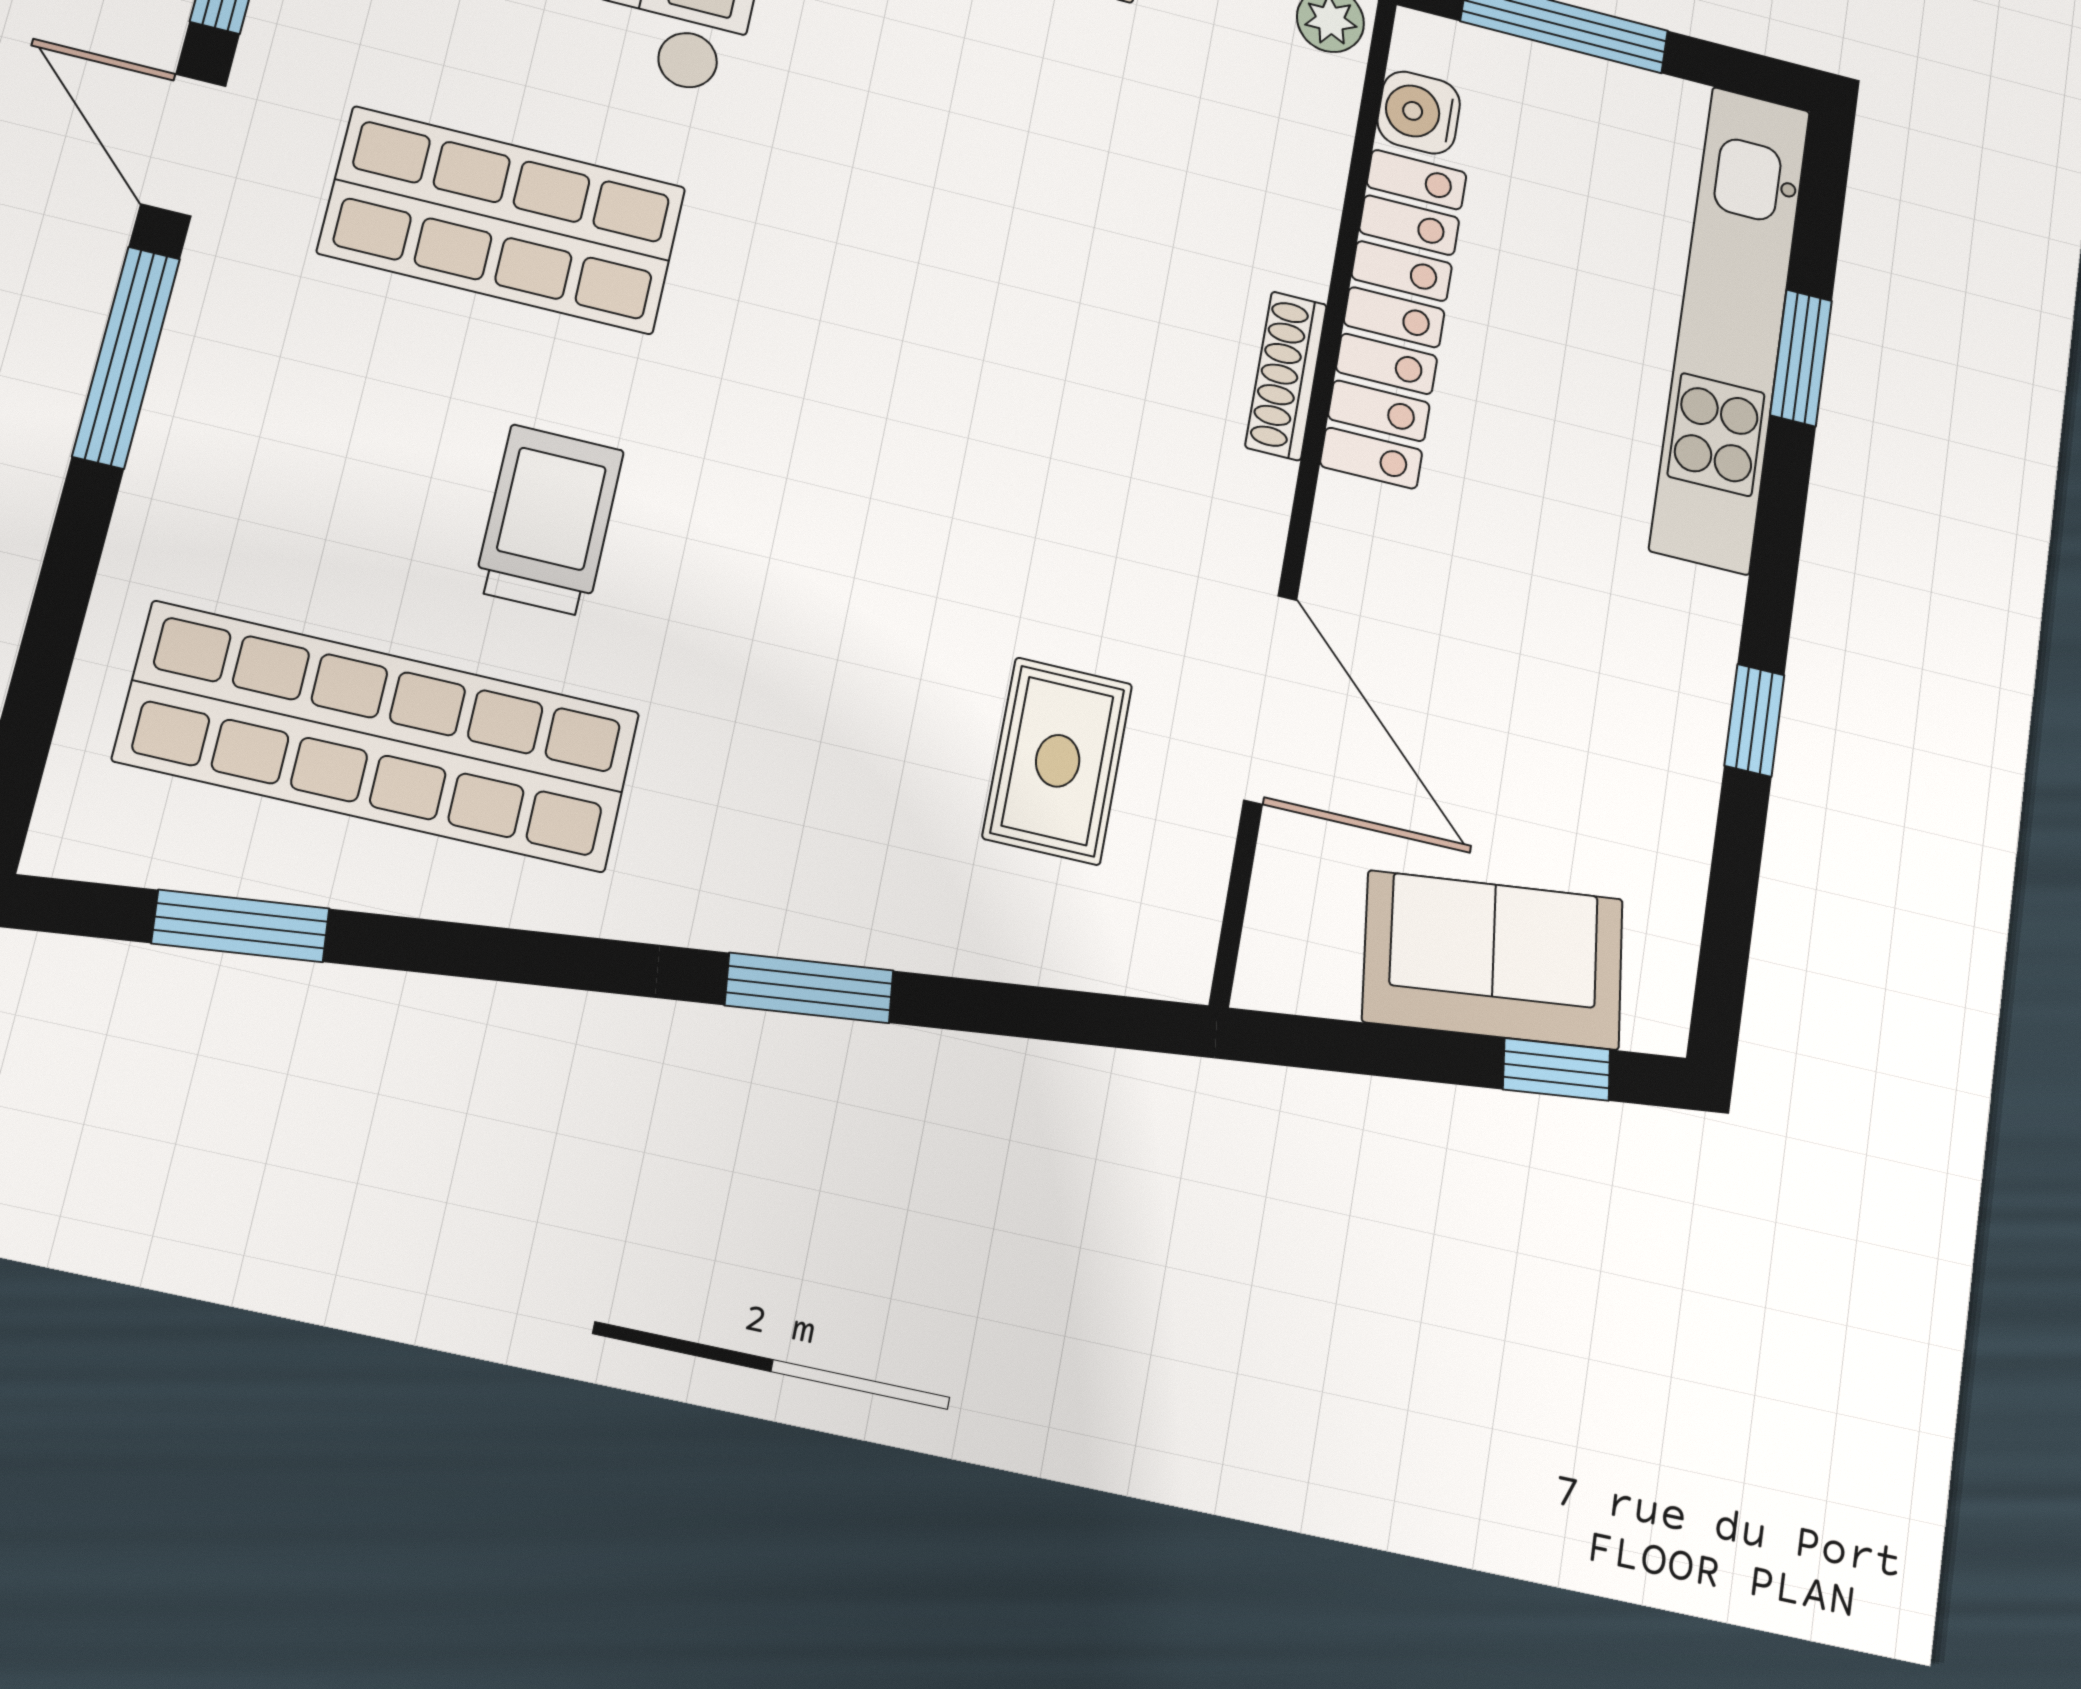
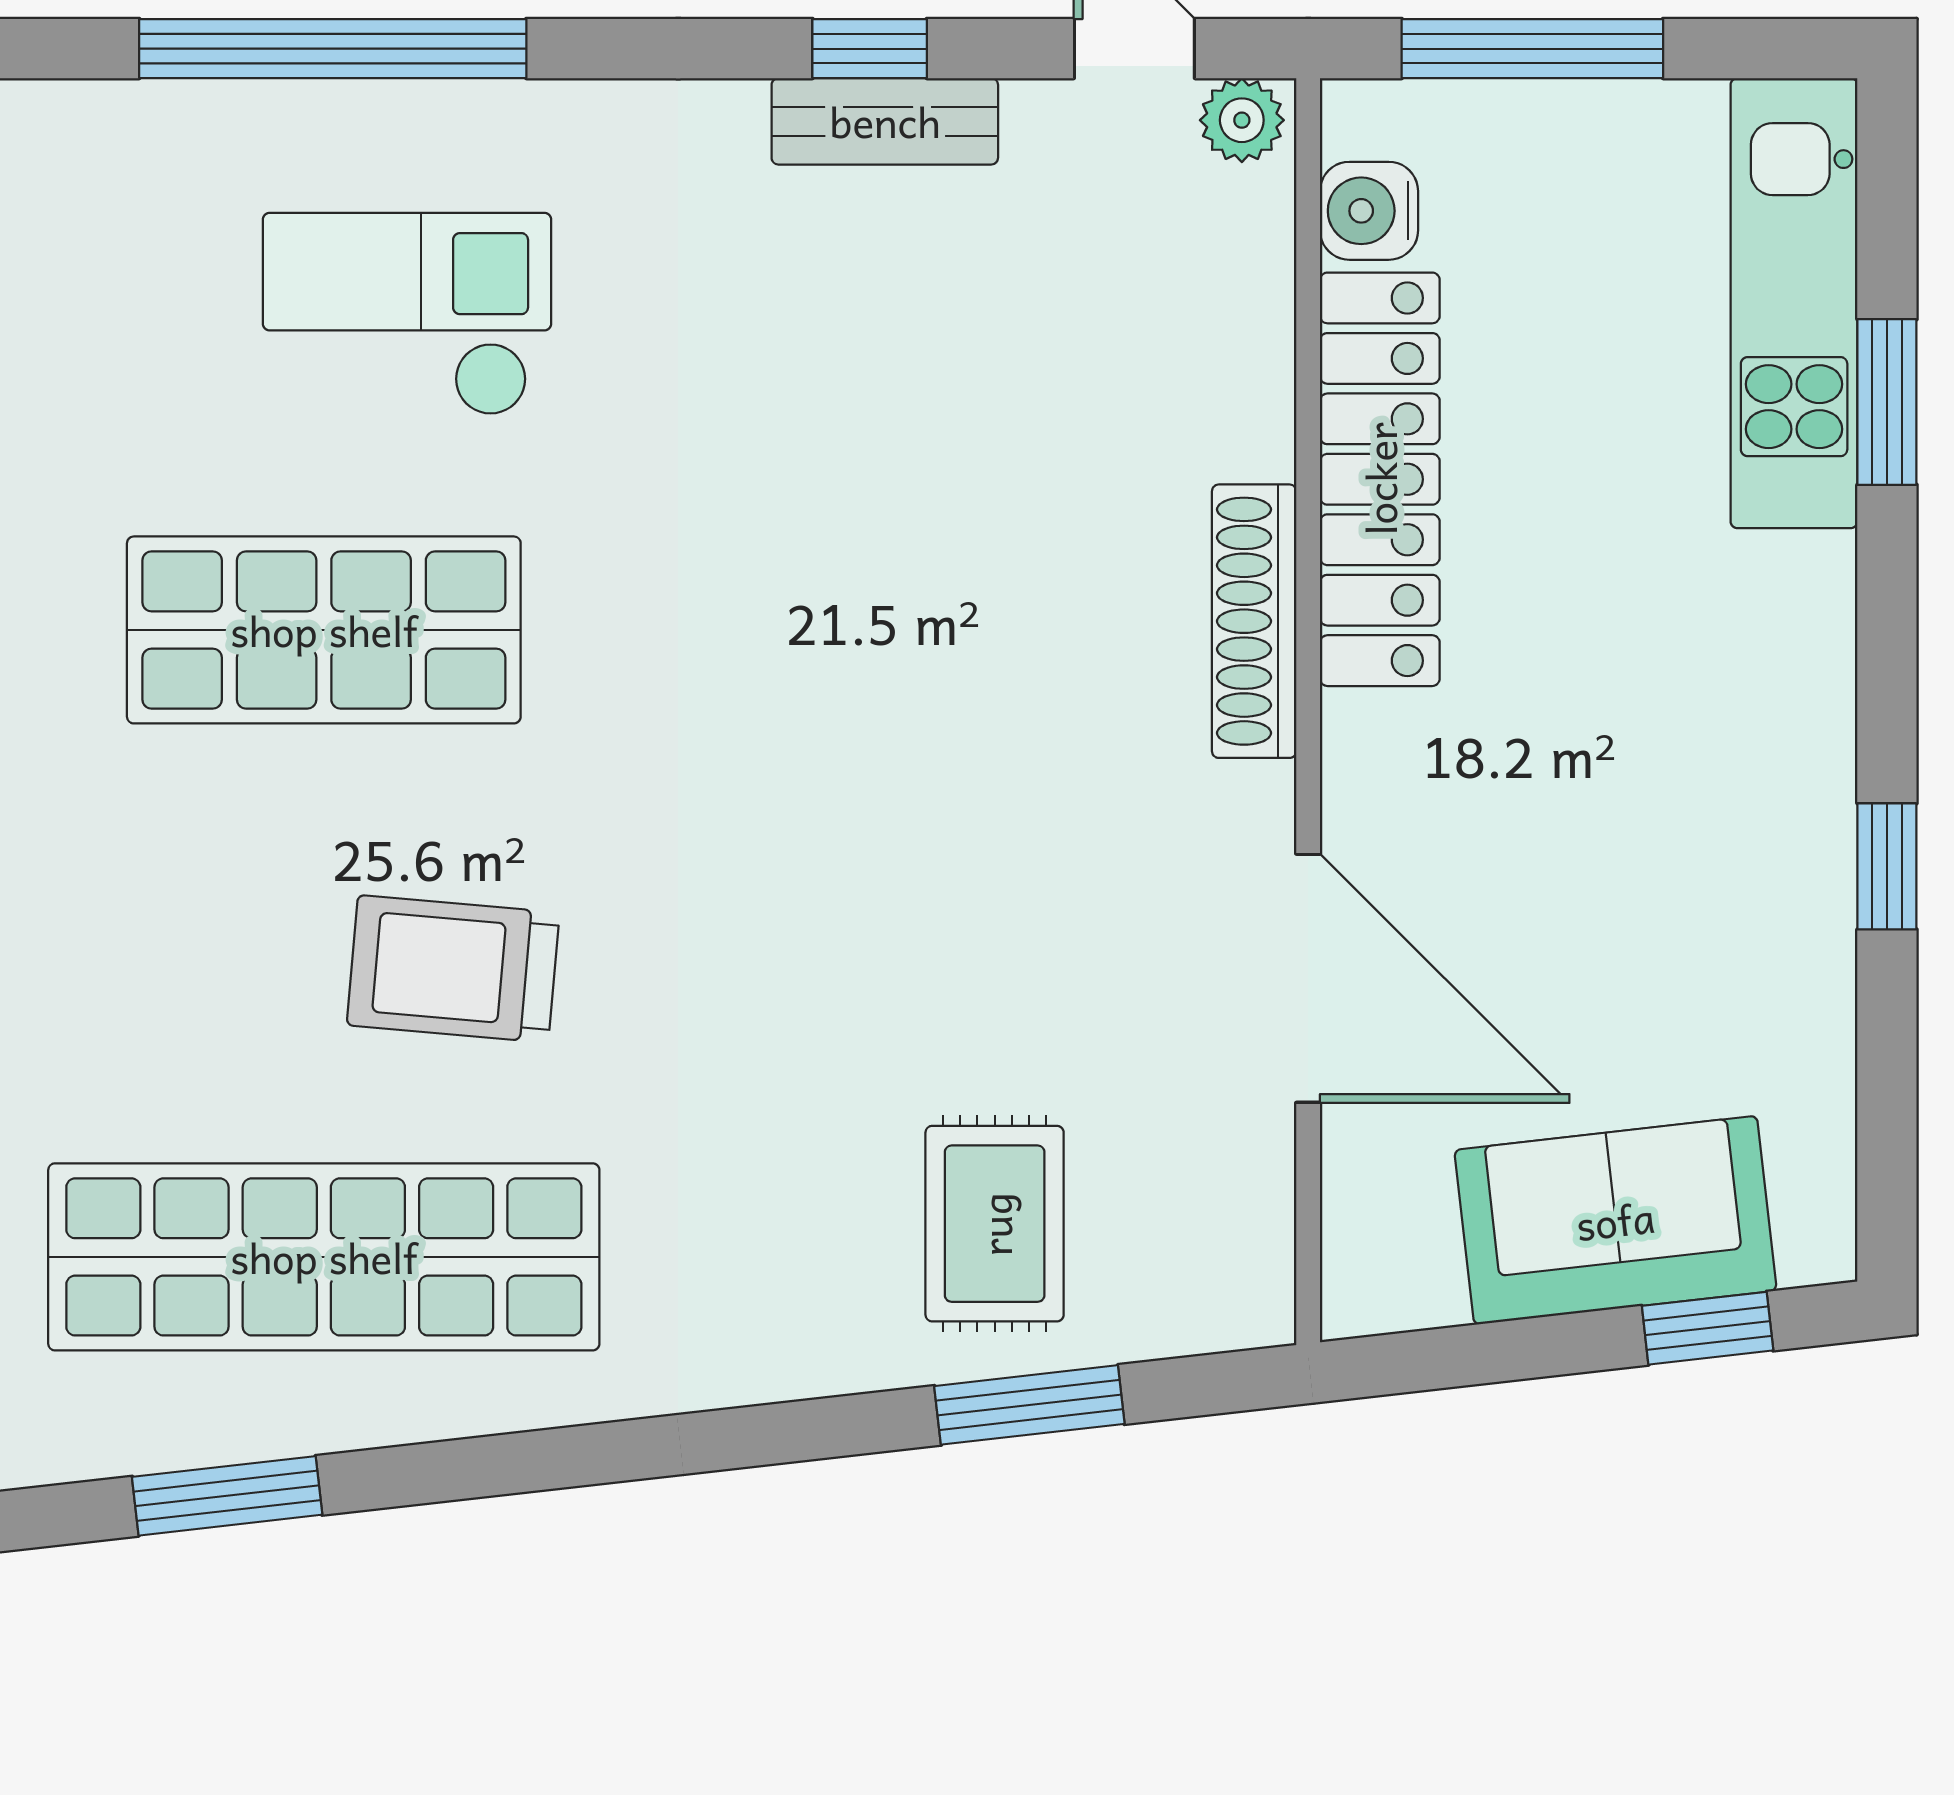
kitchen unit: (1731, 327) -> (1794, 303), width x0.73
shoe rack: (1286, 376) -> (1254, 621), width x1.36, depth x1.24
trolley: (549, 520) -> (453, 969), turned -85
rug: (1058, 761) -> (995, 1224), moved
window: (809, 988) -> (1029, 1405), moved

